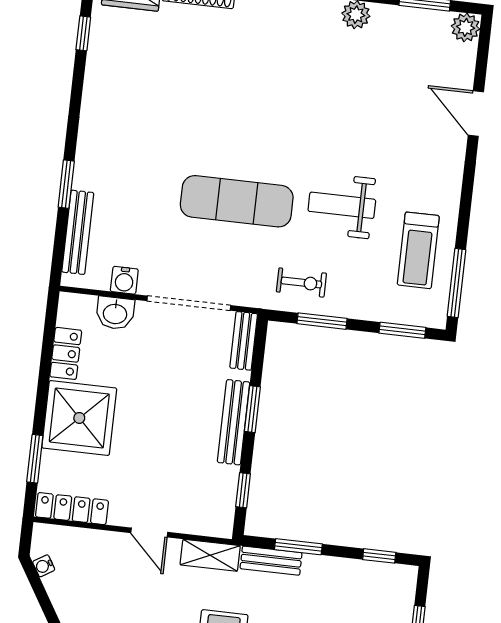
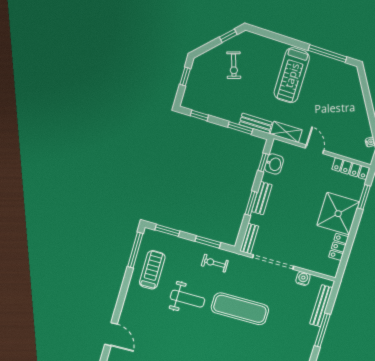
window: (66, 184) -> (322, 330), width x1.44
washbasin: (115, 313) -> (274, 164), moved, turned 90
bench: (234, 422) -> (262, 198), width x0.73

